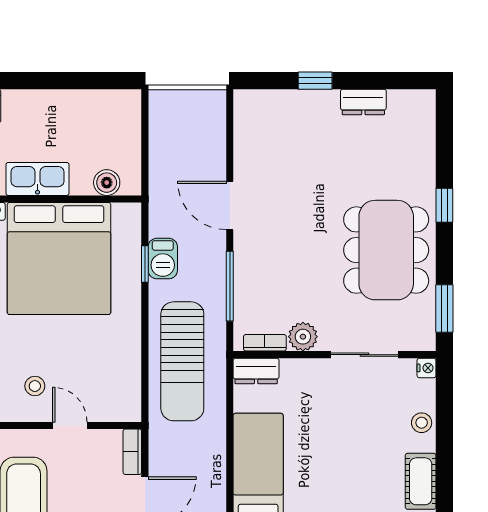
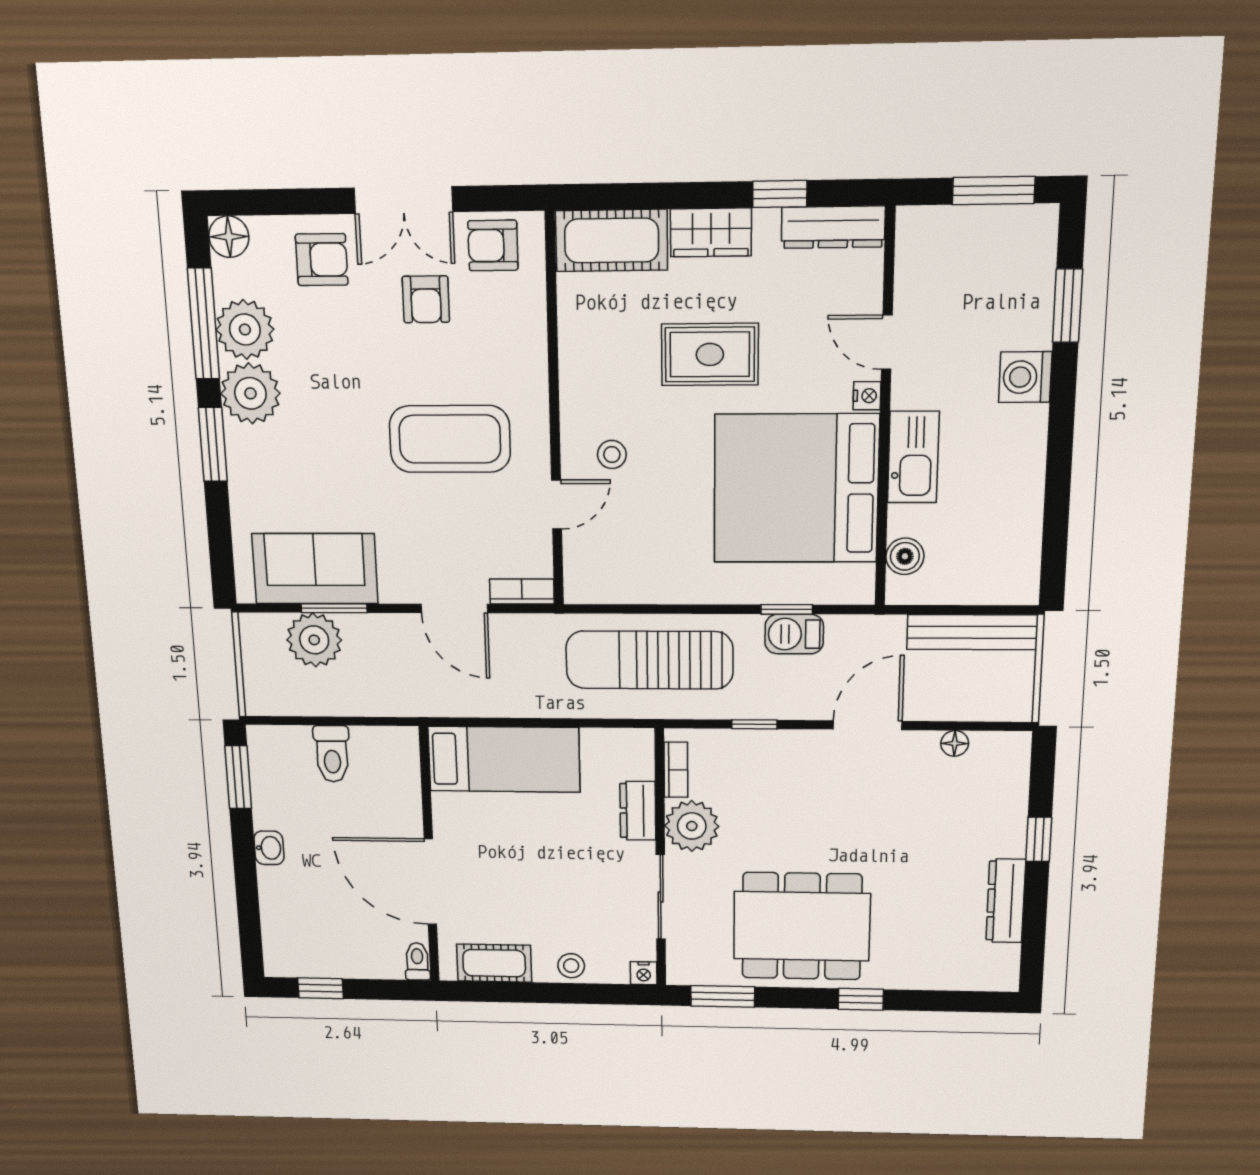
dresser: (363, 102) -> (1006, 901), width x1.44
bench: (161, 134) -> (972, 632), added
floor lamp: (243, 143) -> (955, 743), added
window: (230, 286) -> (754, 724), width x0.46
plant: (303, 337) -> (692, 826), width x1.36, depth x1.36
dresser: (256, 371) -> (638, 811), moved

